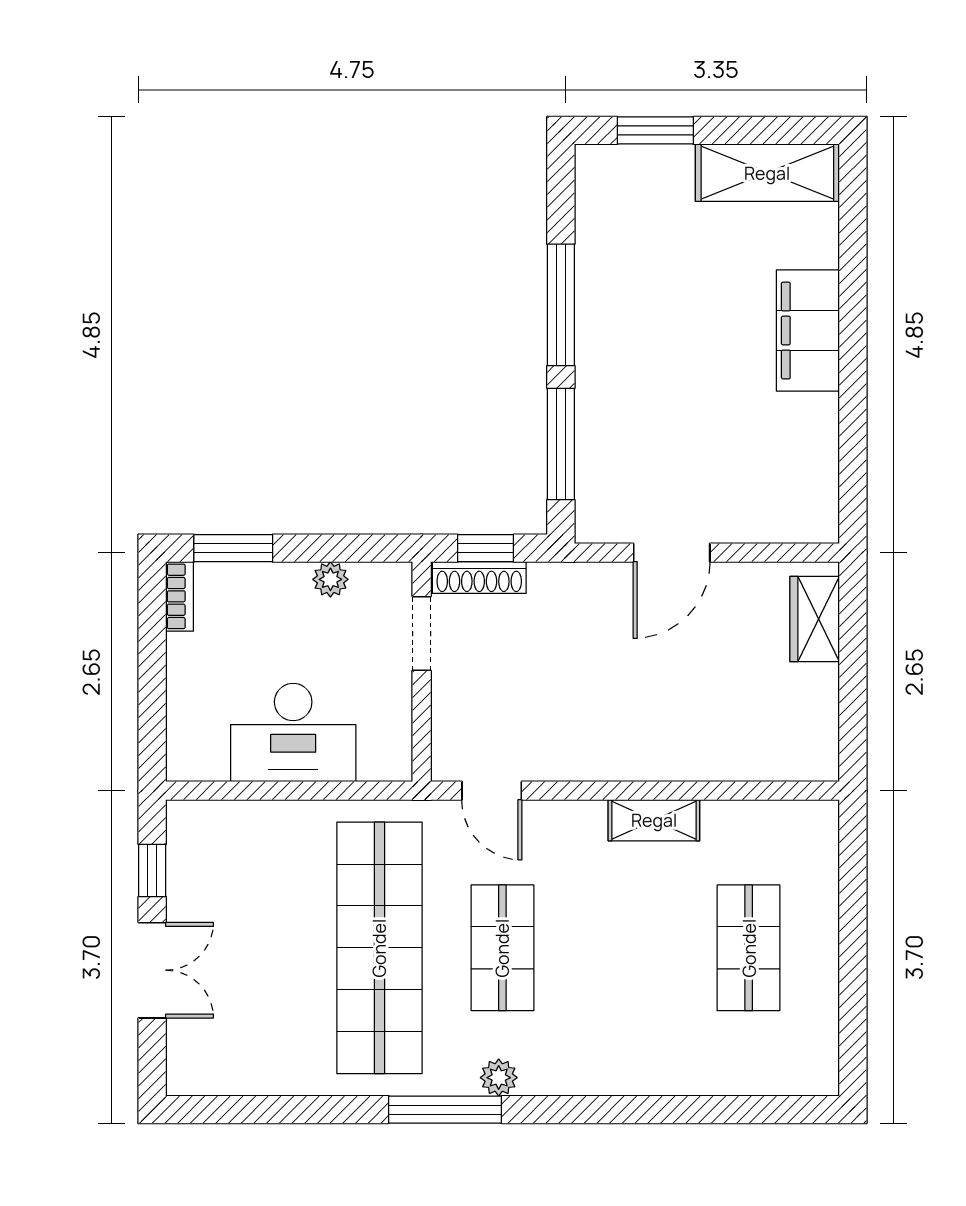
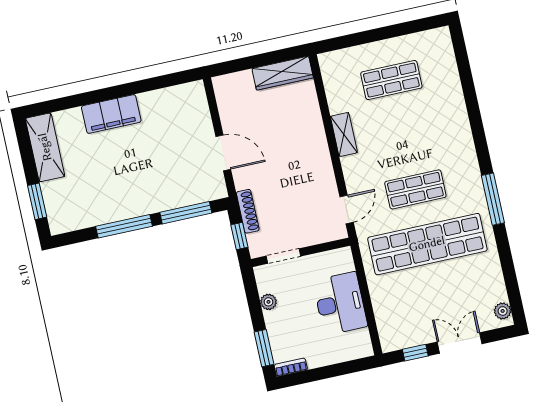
shoe rack: (479, 578) -> (248, 211), moved
wardrobe: (815, 619) -> (283, 73), moved, width x1.50
plant: (499, 1078) -> (503, 311), moved

